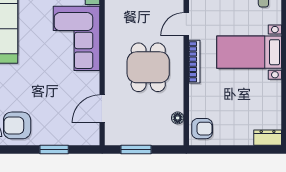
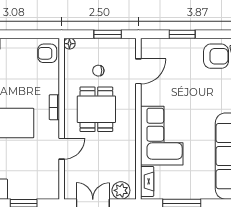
bookcase: (194, 62) -> (54, 107), width x0.64
chair: (146, 110) -> (98, 71), added
floor lamp: (178, 118) -> (69, 44), moved

